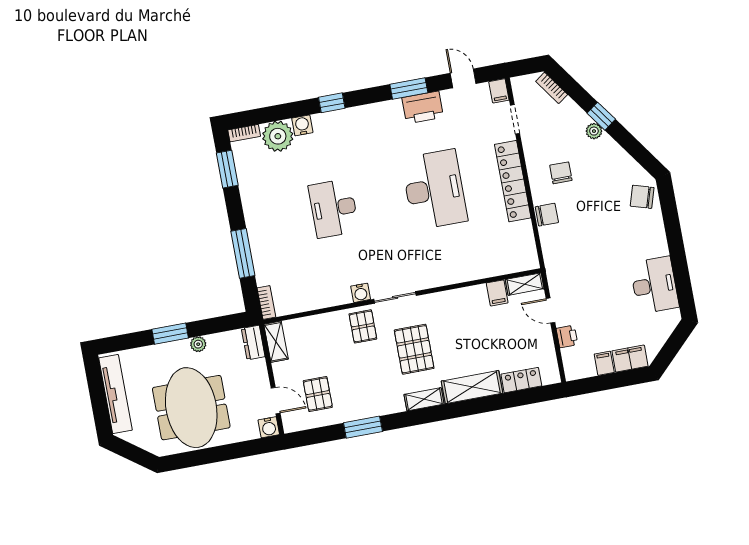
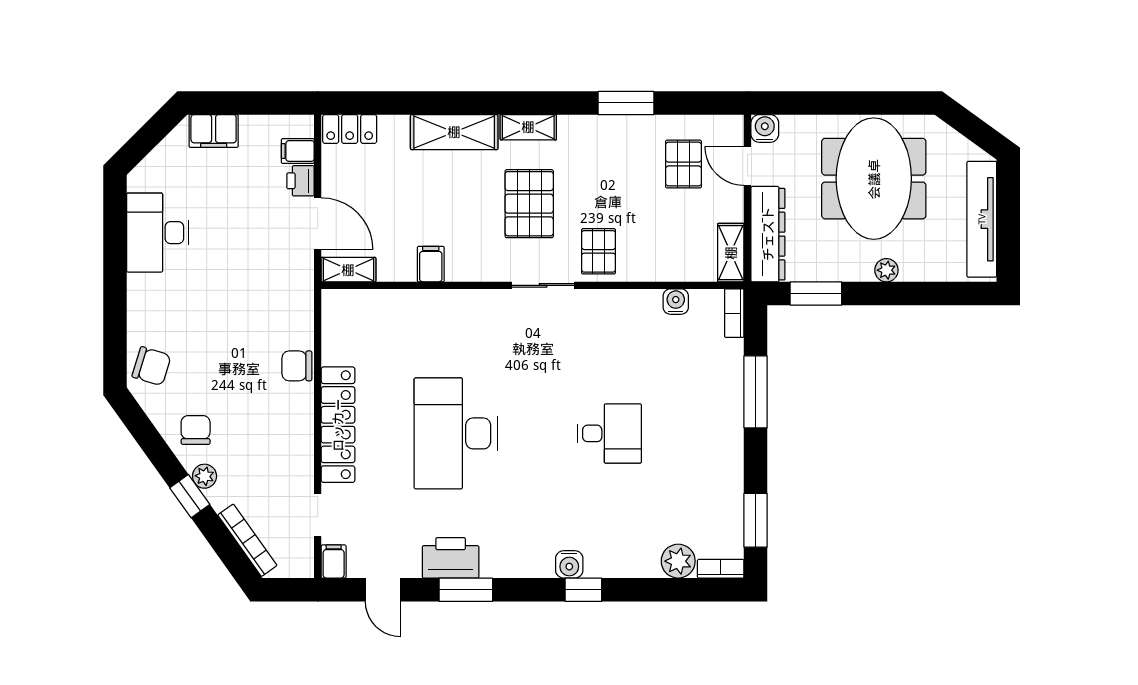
bookcase: (552, 88) -> (247, 540), width x1.56
water cooler: (302, 125) -> (569, 564), moved
plant: (278, 136) -> (678, 561), width x0.73, depth x0.73
chair: (561, 173) -> (196, 430), moved, turned 180
desk: (334, 208) -> (609, 433), width x0.73
water cooler: (361, 293) -> (676, 302), moved
filing cabinet: (497, 293) -> (431, 264), moved
door: (550, 310) -> (318, 224), width x1.38
window: (170, 334) -> (816, 293), moved
dresser: (253, 343) -> (768, 234), width x1.96, depth x1.24
plant: (198, 344) -> (886, 270), moved
filing cabinet: (604, 363) -> (298, 151), moved, turned 90
locker: (521, 380) -> (350, 129), moved

